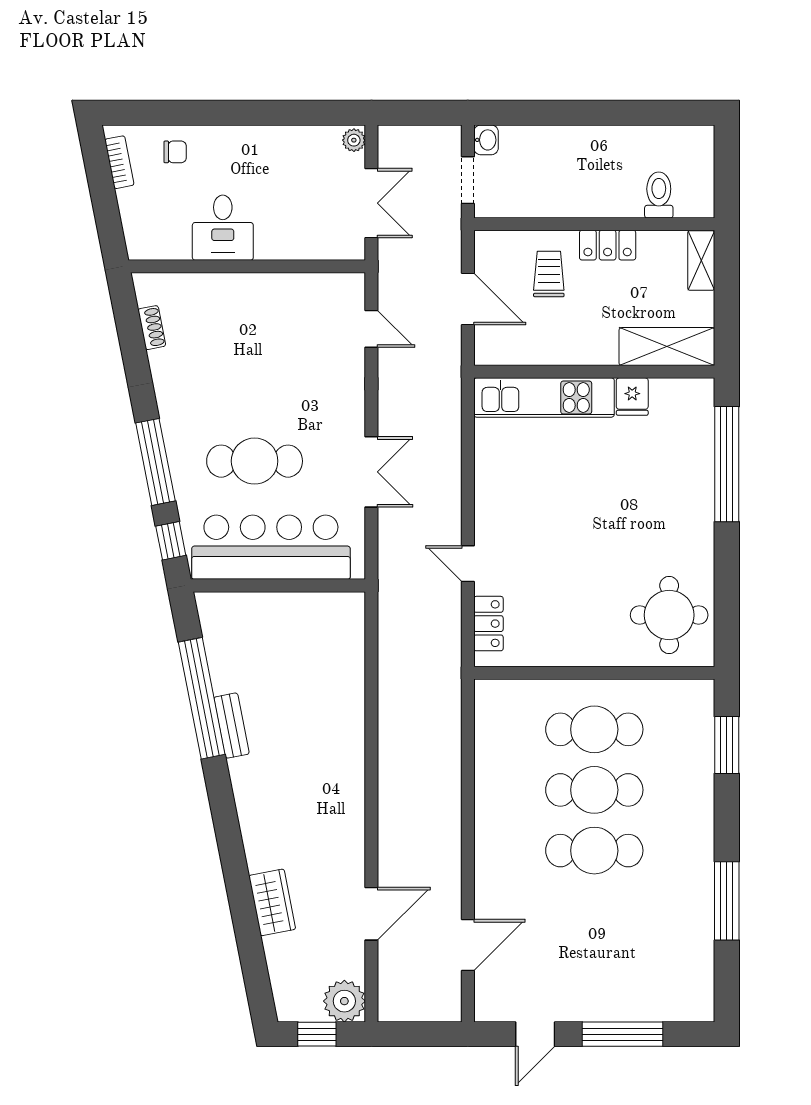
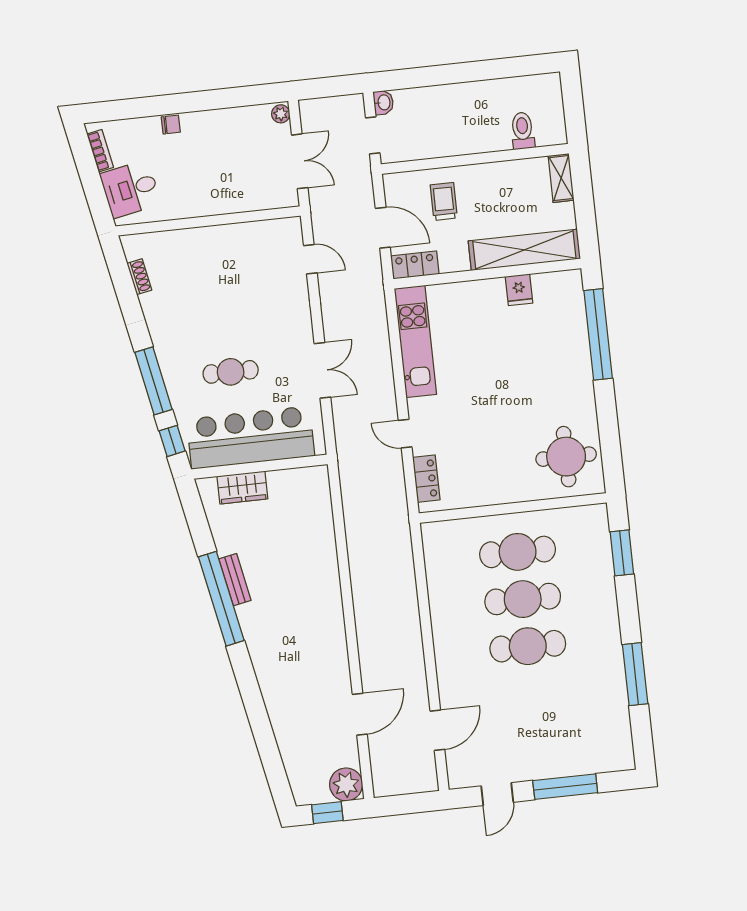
chair: (175, 152) -> (171, 125), moved
desk: (223, 228) -> (130, 189), moved, turned 79
locker: (608, 245) -> (415, 265), moved, turned 180
shelving: (667, 347) -> (524, 250), width x1.47
kitchen unit: (544, 398) -> (415, 341), moved, turned -90
cafe table: (255, 461) -> (231, 372), width x0.73, depth x0.74
window: (202, 698) -> (221, 599), moved
wardrobe: (272, 902) -> (242, 487), moved, turned 101

